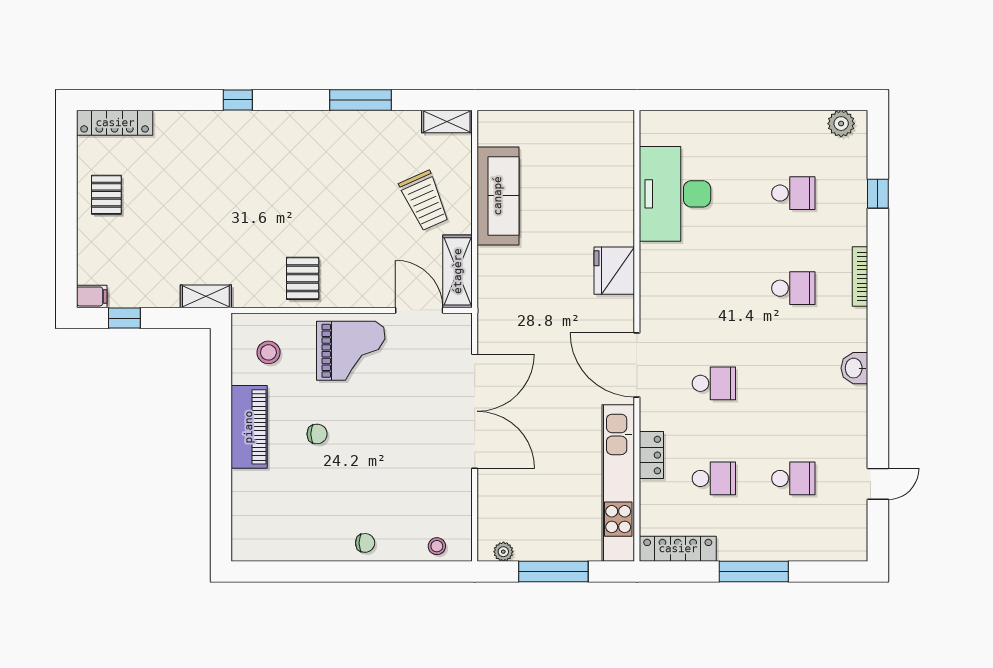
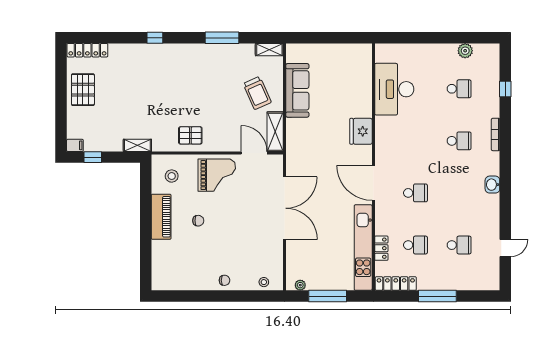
plant: (841, 124) -> (465, 51), moved
pallet: (106, 195) -> (83, 90), width x1.50, depth x1.42
pallet: (303, 278) -> (190, 135), turned 90
locker: (651, 455) -> (381, 248), moved

